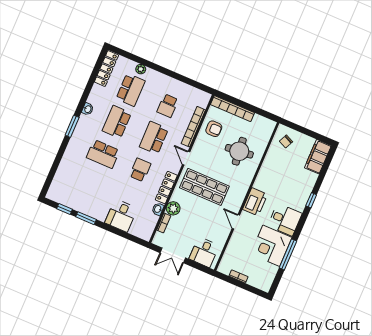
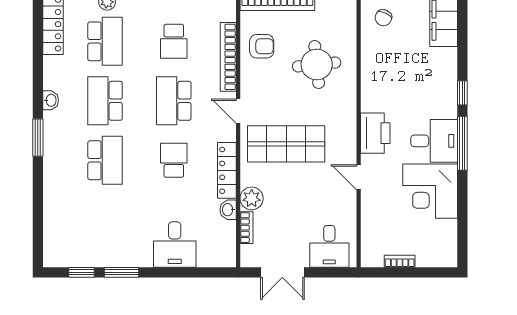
school desk: (103, 154) -> (105, 160), turned -90
window: (288, 254) -> (462, 143), moved

